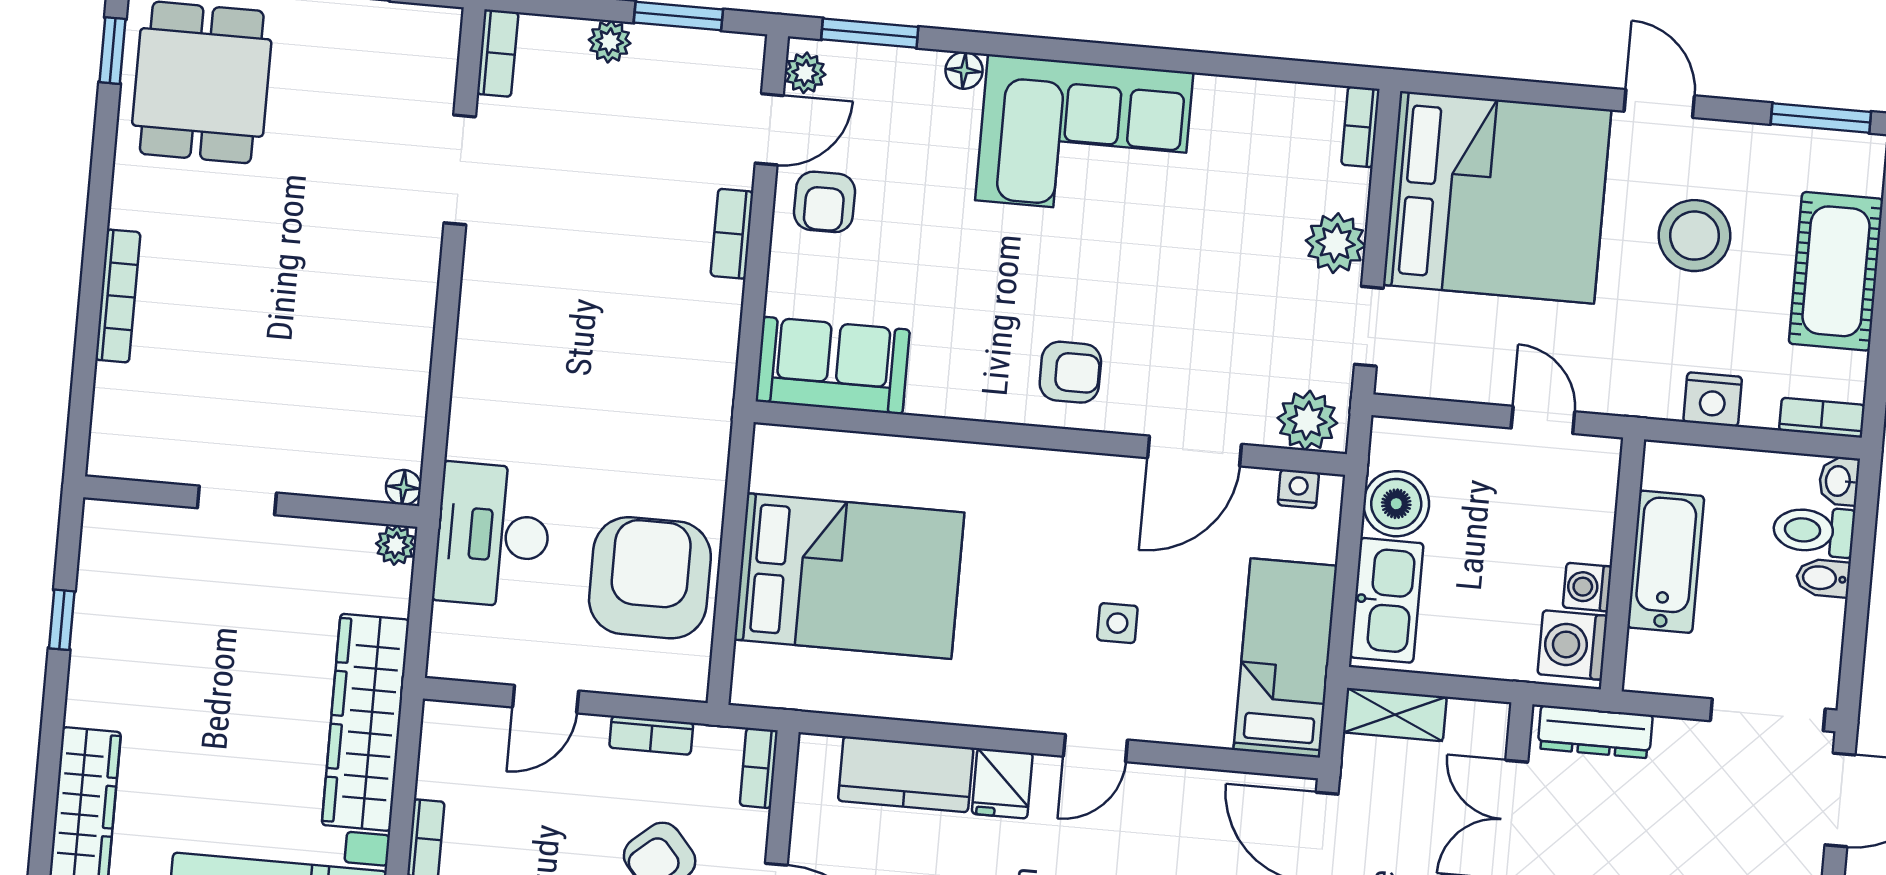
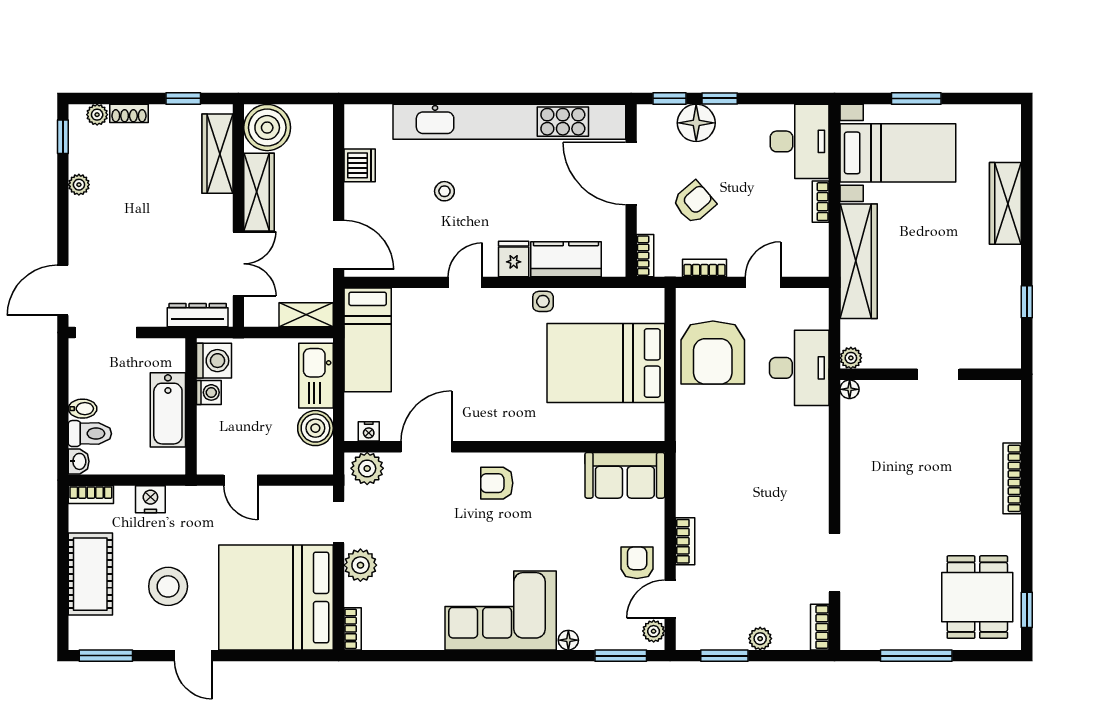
side table: (1117, 623) -> (543, 301), moved

